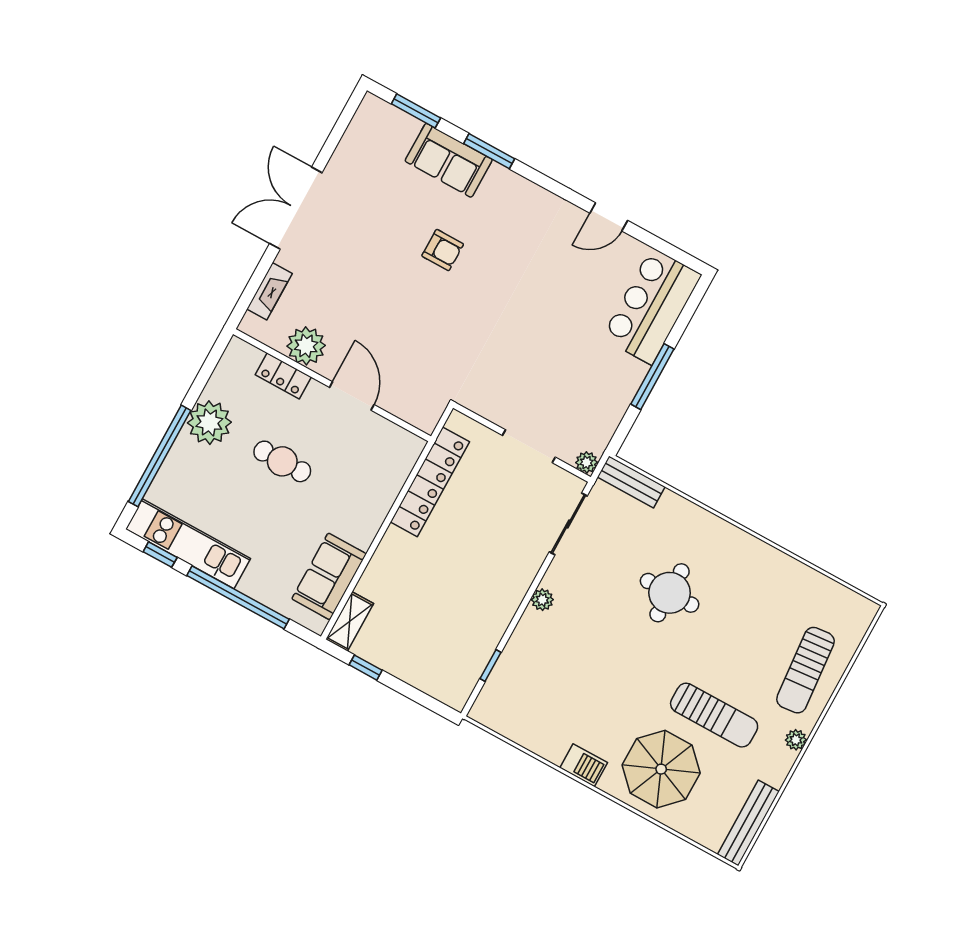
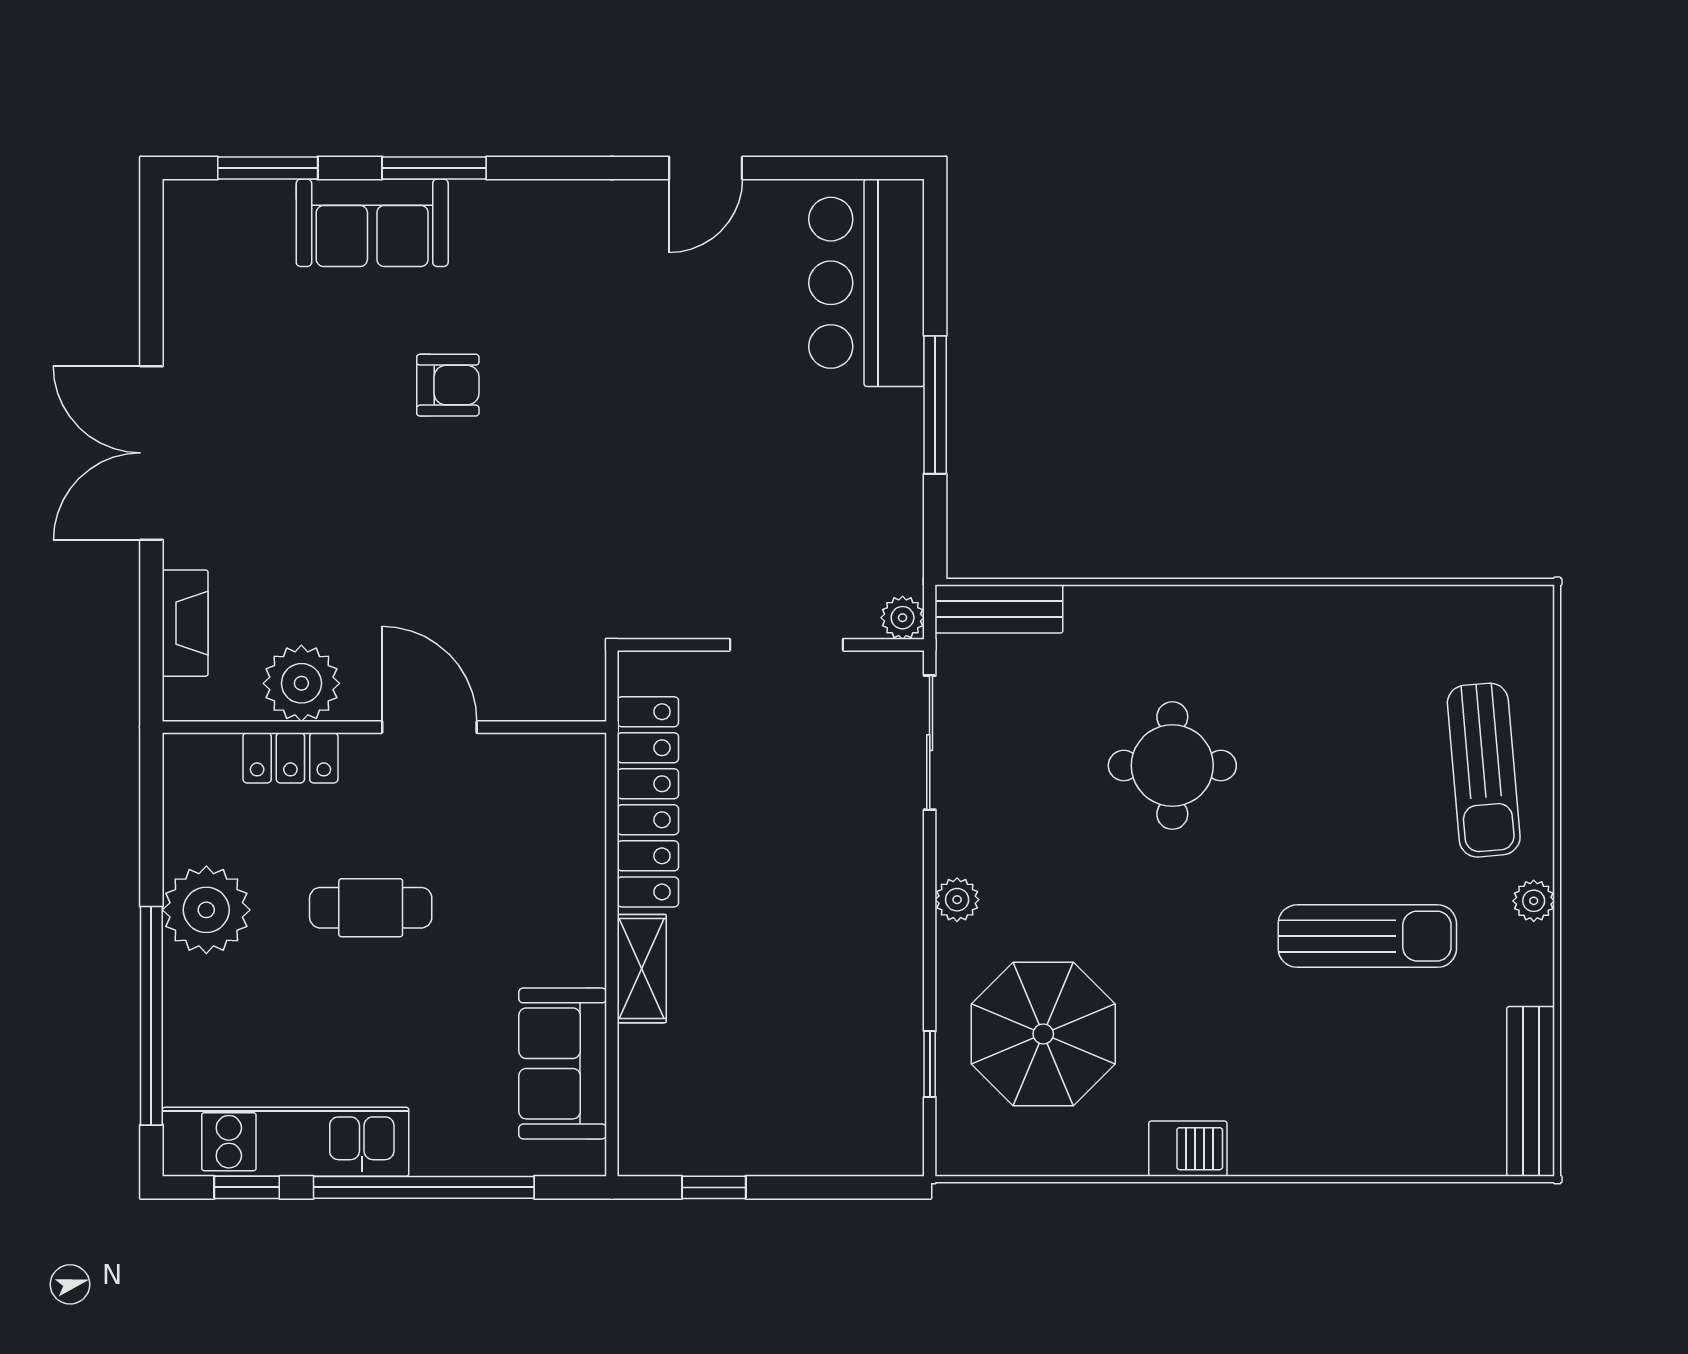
shelving: (350, 621) -> (642, 969), moved
parasol: (661, 769) -> (1043, 1034), moved

